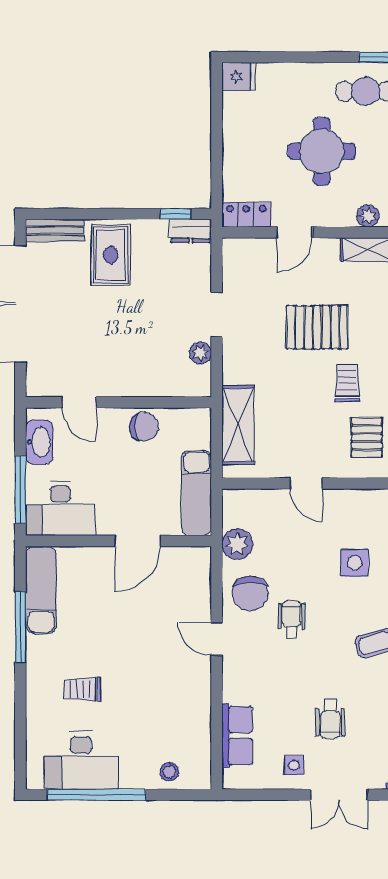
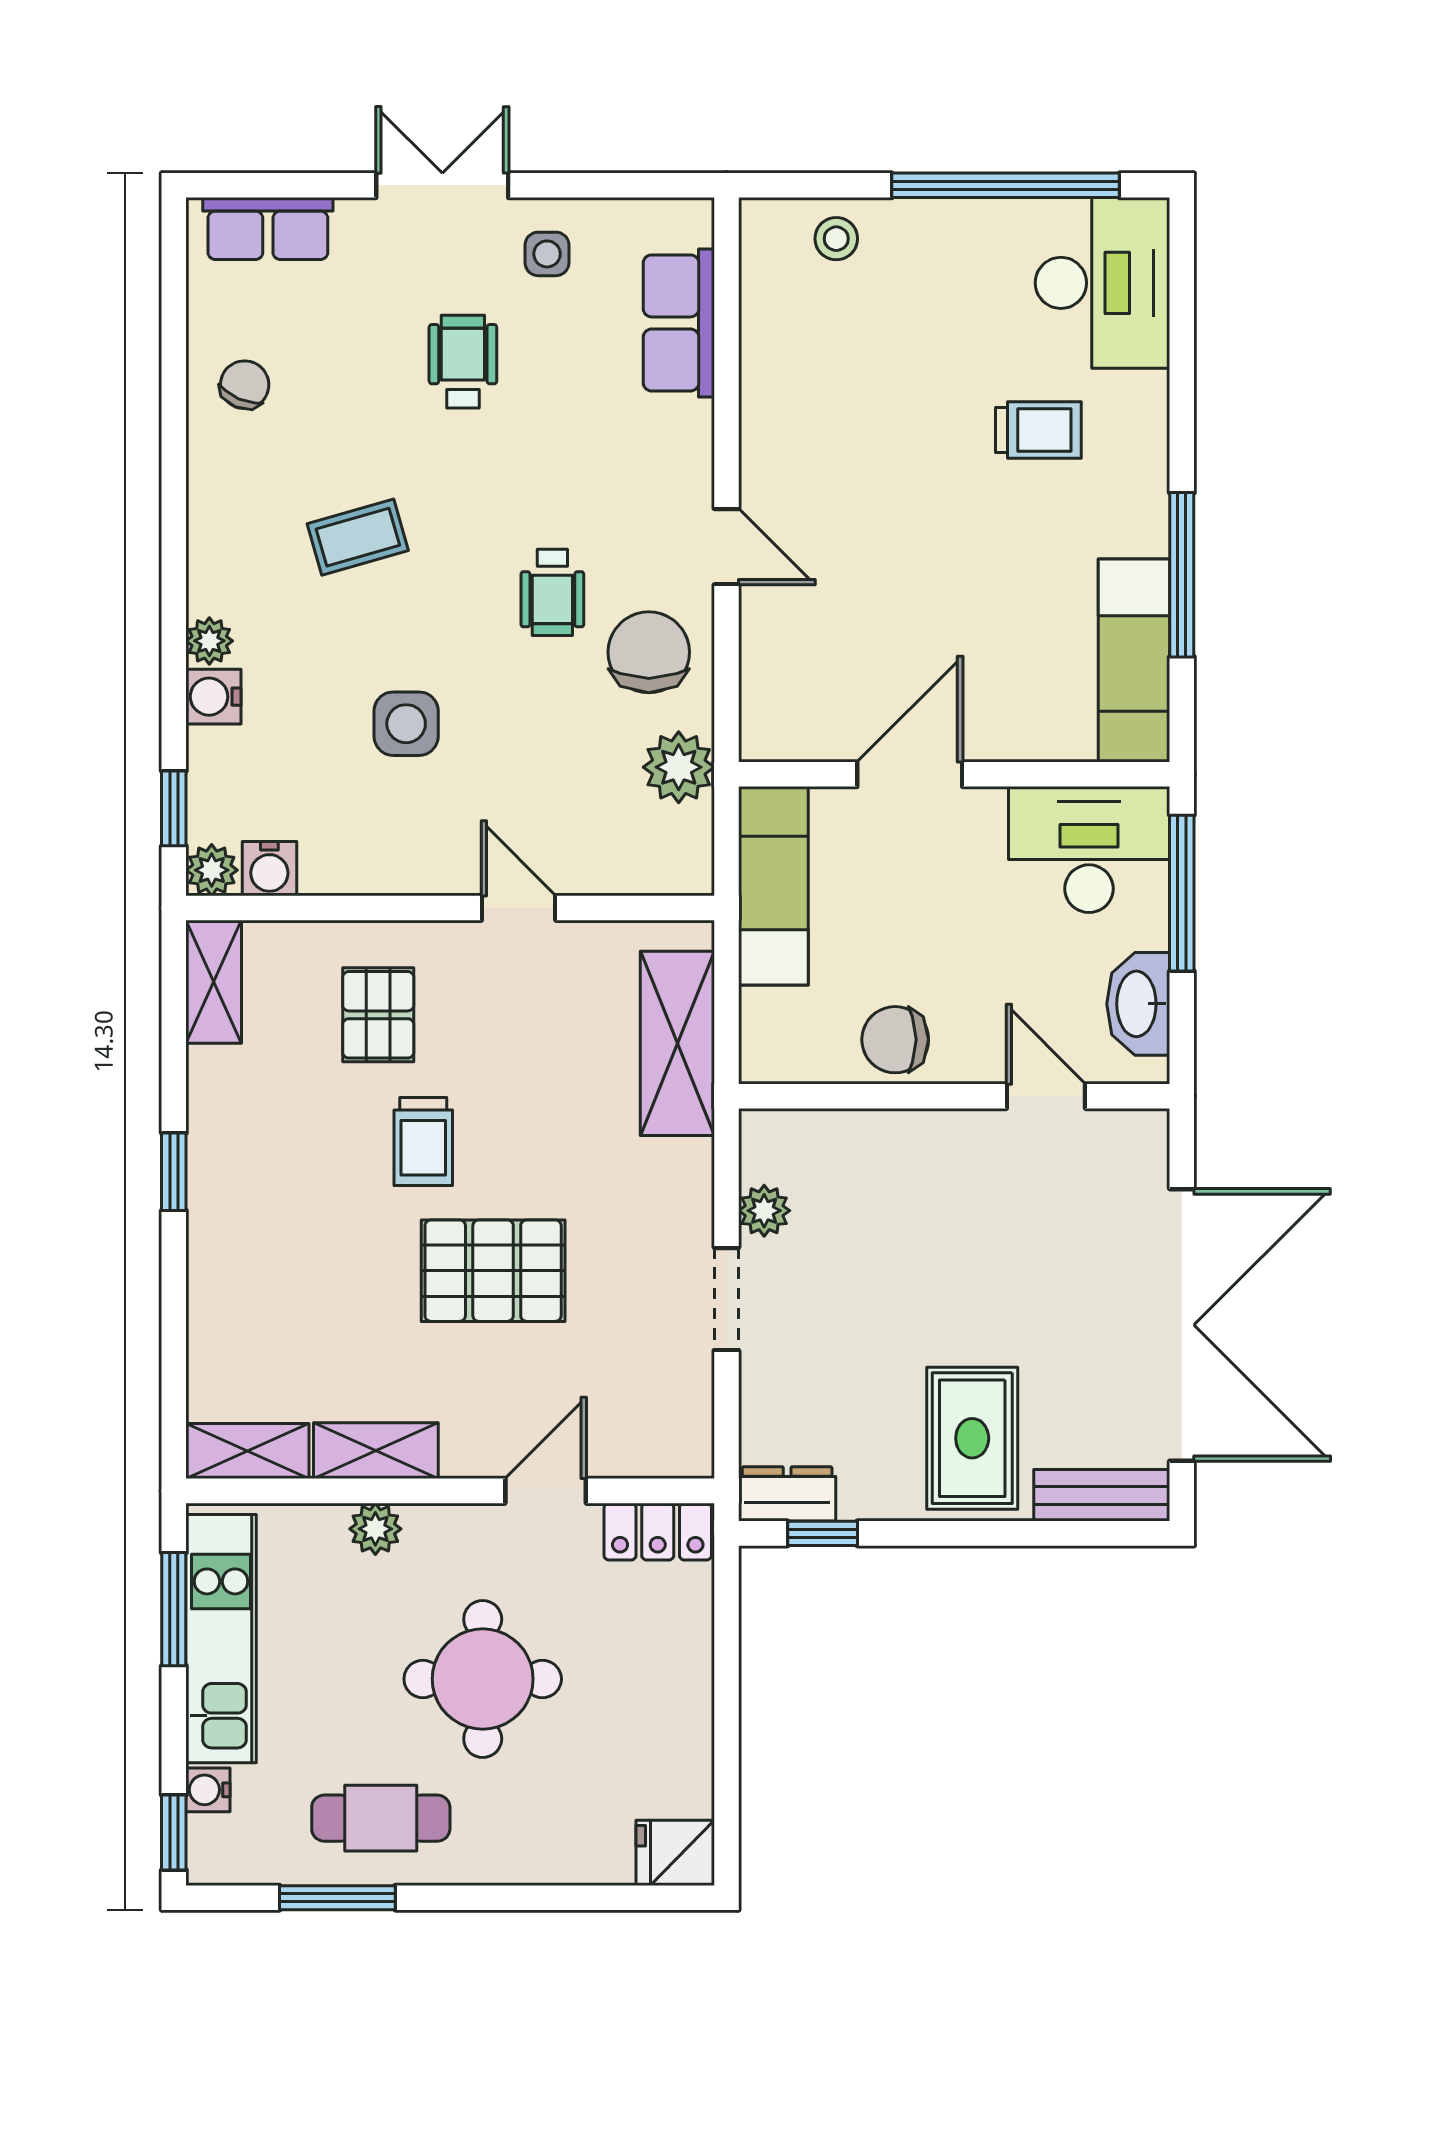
desk: (81, 761) -> (1103, 283), moved, turned 90

